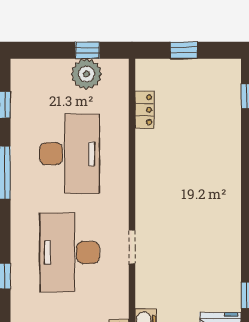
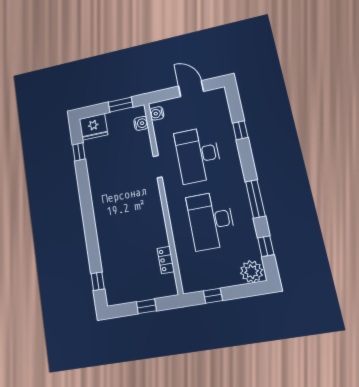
plant: (86, 74) -> (252, 272), moved
desk: (70, 252) -> (198, 155), turned 180

